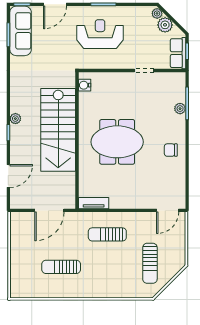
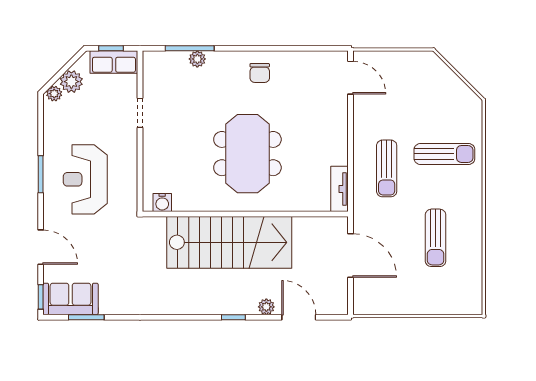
sofa: (21, 31) -> (71, 299), width x0.73
plant: (15, 119) -> (266, 307), moved
sun lounger: (150, 263) -> (444, 154), moved

